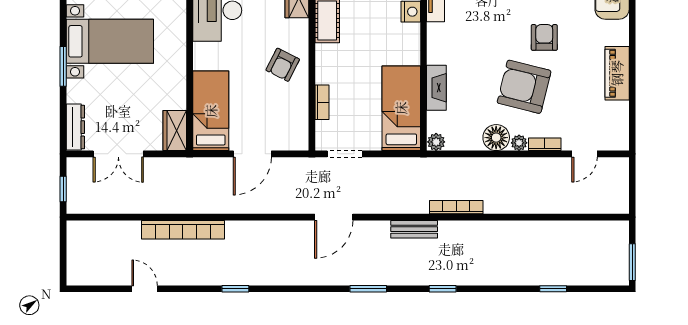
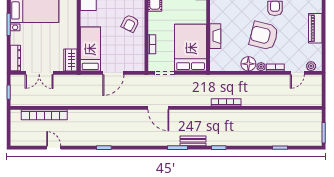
bed: (401, 108) -> (191, 48), width x1.50
plant: (436, 142) -> (311, 66), moved
door: (334, 217) -> (158, 108), hinge flipped
bench: (414, 229) -> (193, 141), moved
bookcase: (183, 230) -> (44, 115), moved

